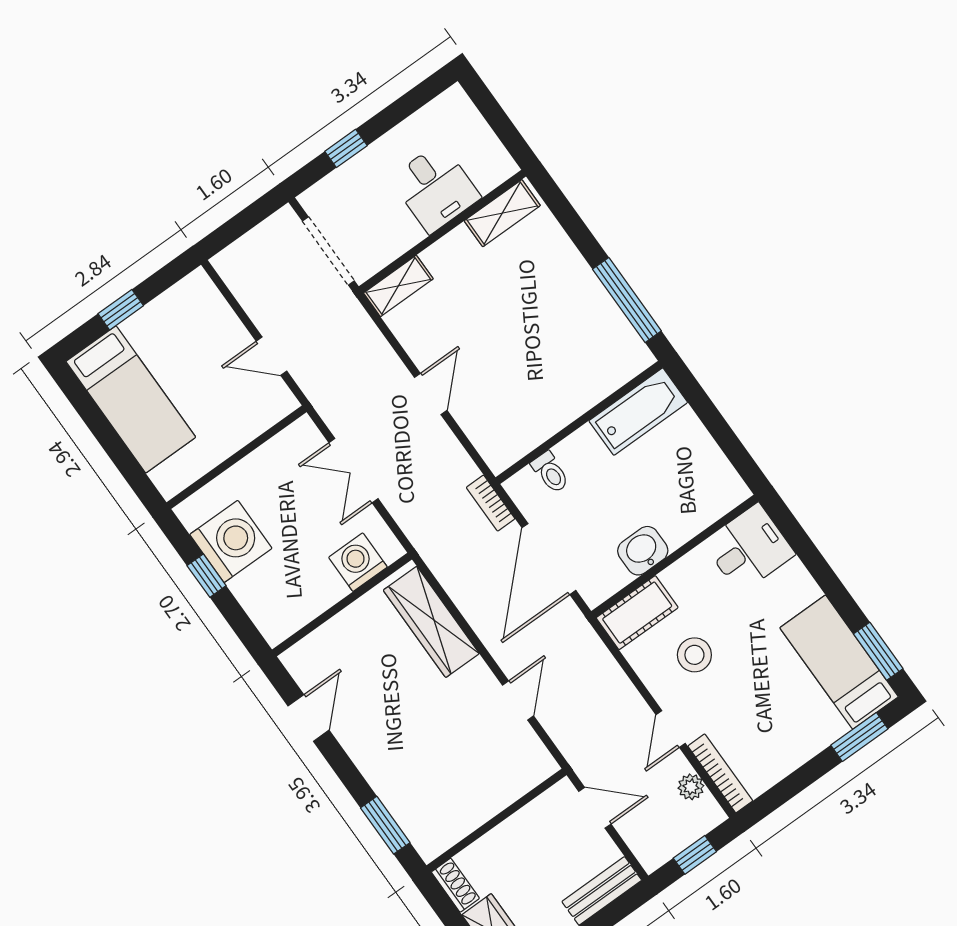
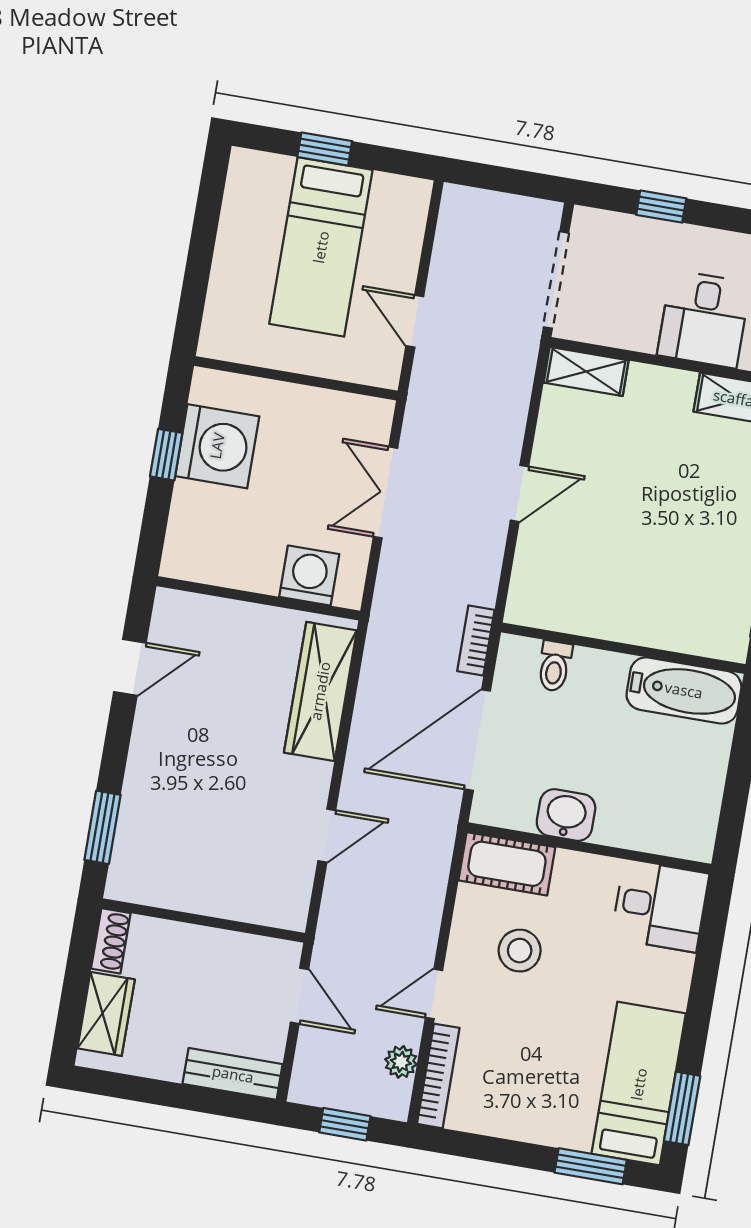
bed: (131, 399) -> (321, 247), moved

